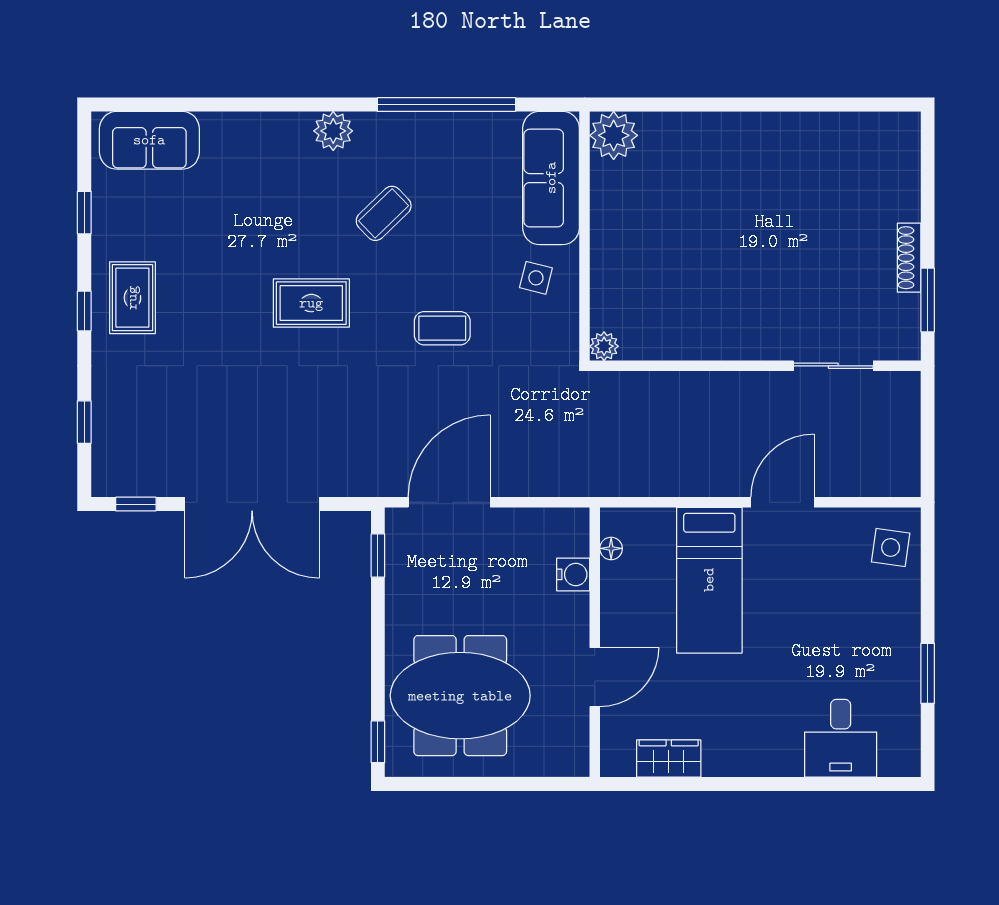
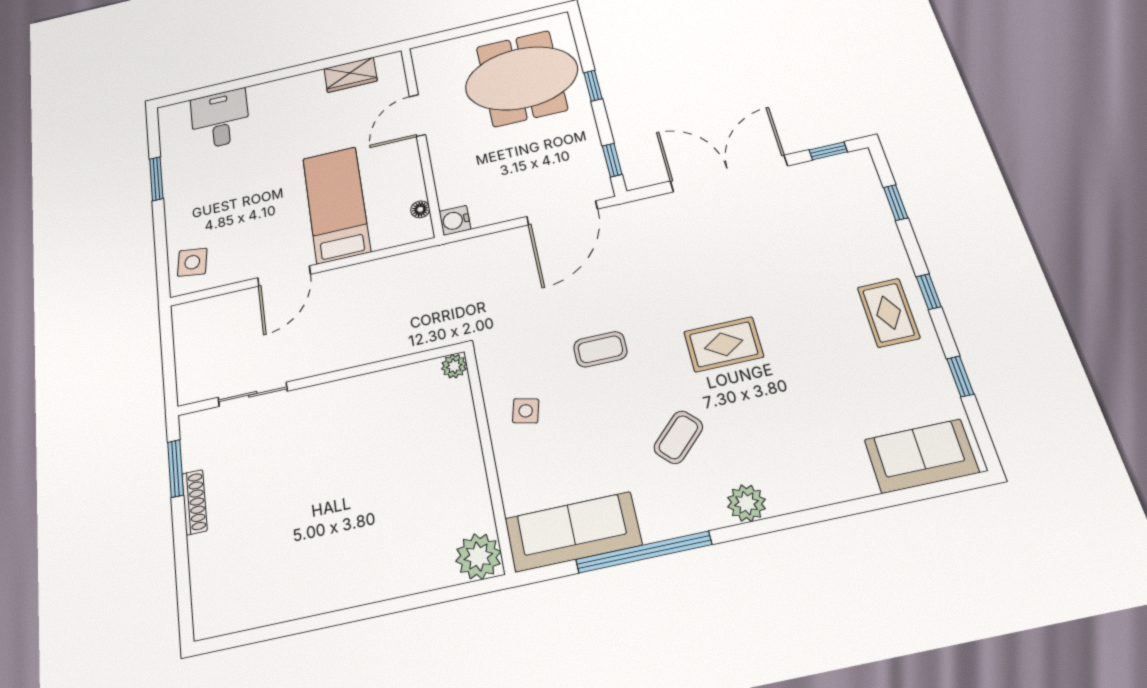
sofa: (551, 178) -> (573, 532), moved, turned -90
water cooler: (573, 574) -> (455, 220), moved
window: (378, 742) -> (593, 86), moved

